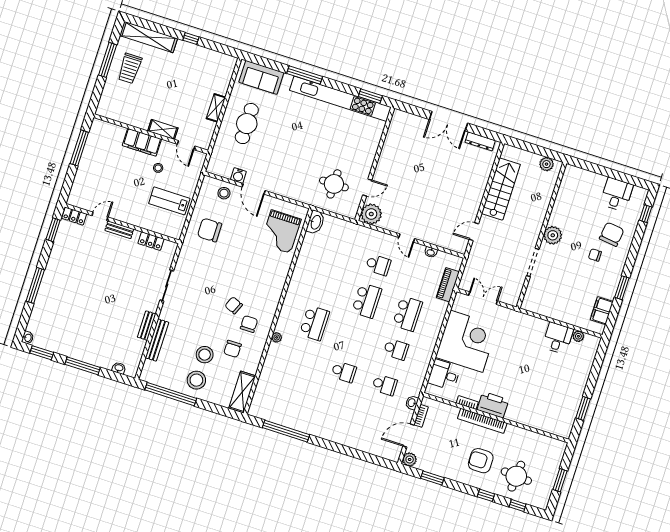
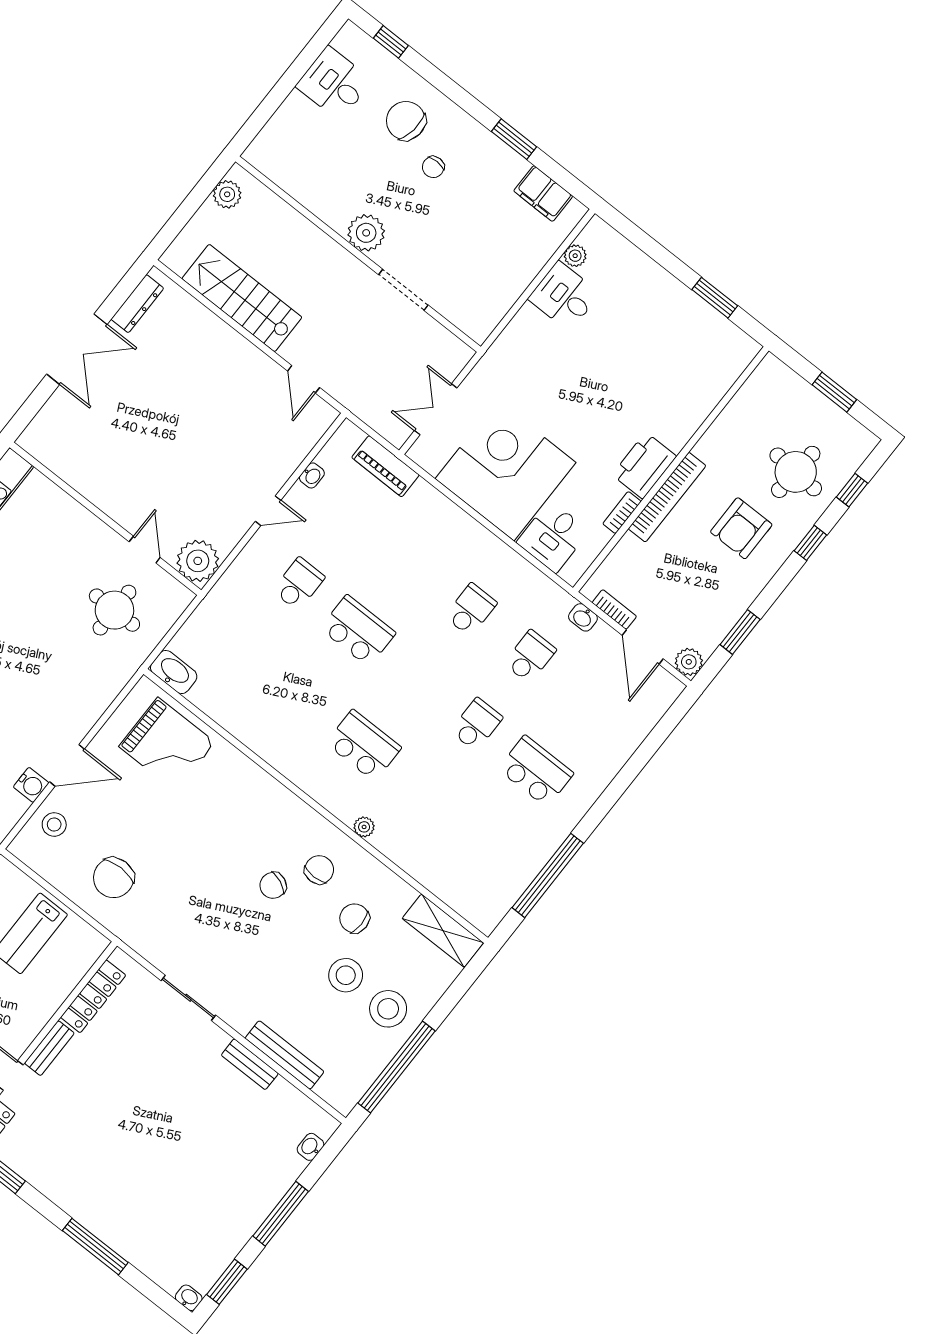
locker: (151, 241) -> (93, 996), width x1.53
school desk: (407, 314) -> (536, 771), moved
chair: (249, 324) -> (319, 870), turned 90
chair: (233, 349) -> (354, 918), turned 180

